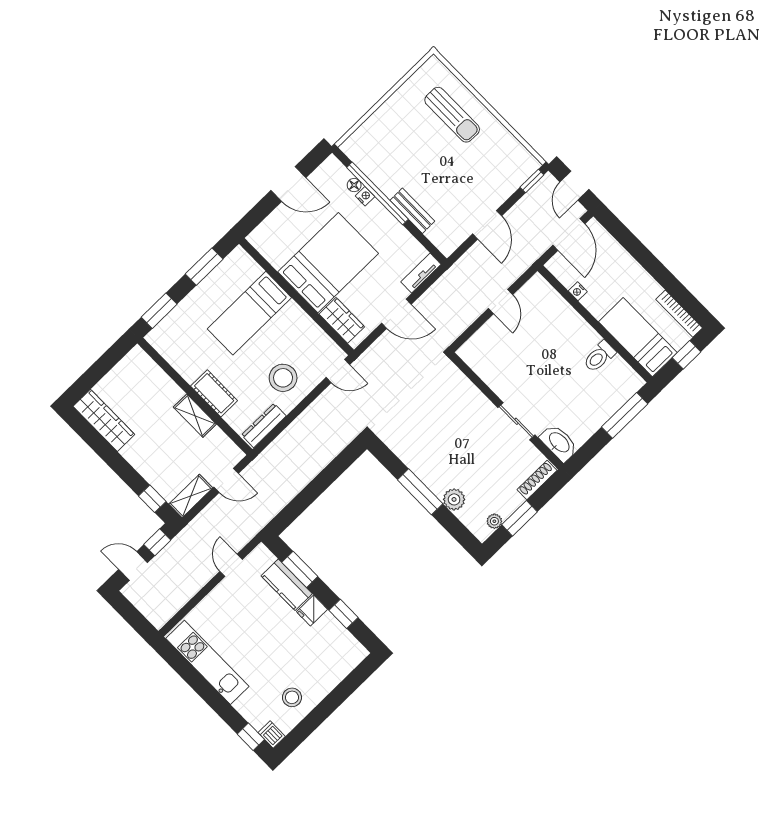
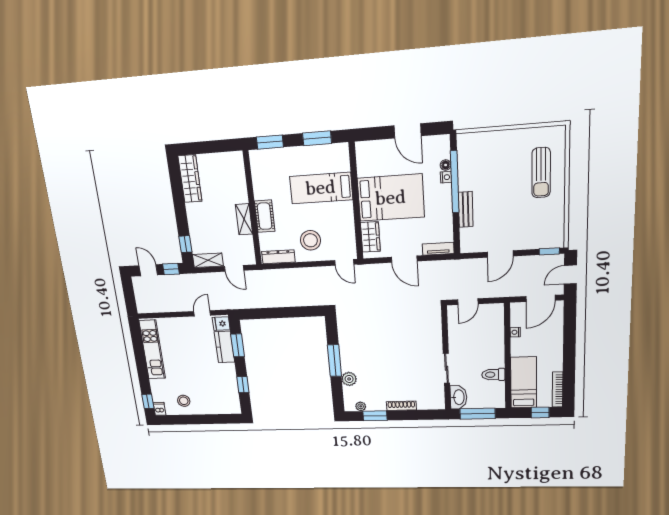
wall: (506, 411) -> (446, 359), moved
sliding door: (516, 421) -> (446, 368), moved
washbasin: (559, 443) -> (458, 397), moved
fridge: (312, 611) -> (221, 324), moved

